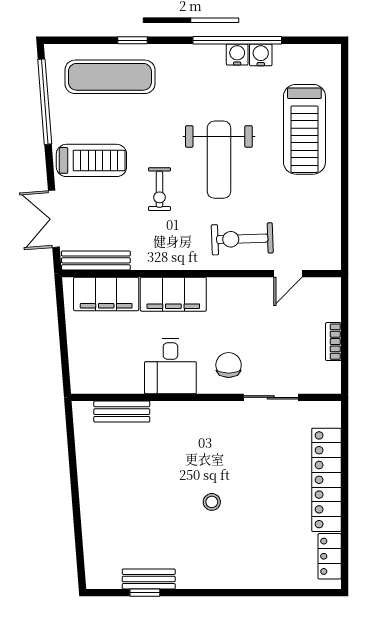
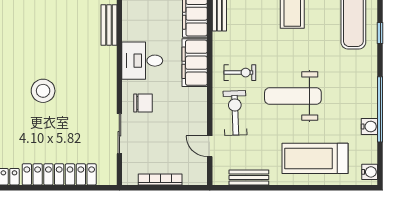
water cooler: (237, 55) -> (370, 172), moved
exercise bike: (159, 189) -> (240, 73), moved, turned 180
bench: (331, 220) -> (249, 178), added
bookcase: (333, 342) -> (160, 180), width x1.56
stool: (212, 502) -> (43, 91), width x1.89, depth x1.89

